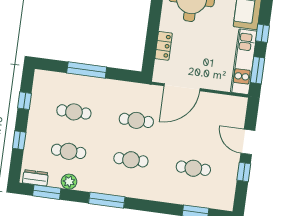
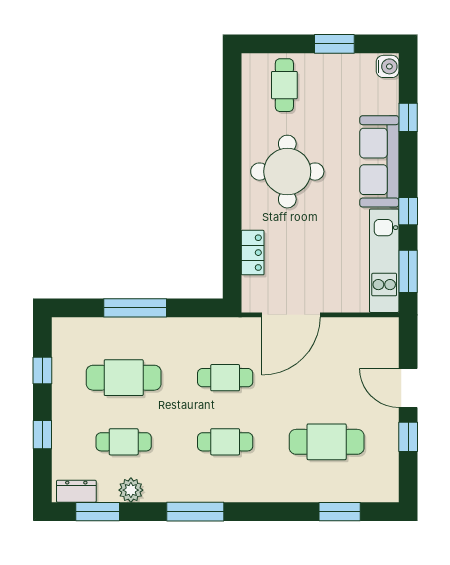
cafe table: (74, 112) -> (124, 378), width x1.37, depth x1.35
cafe table: (193, 168) -> (327, 442), width x1.37, depth x1.35

